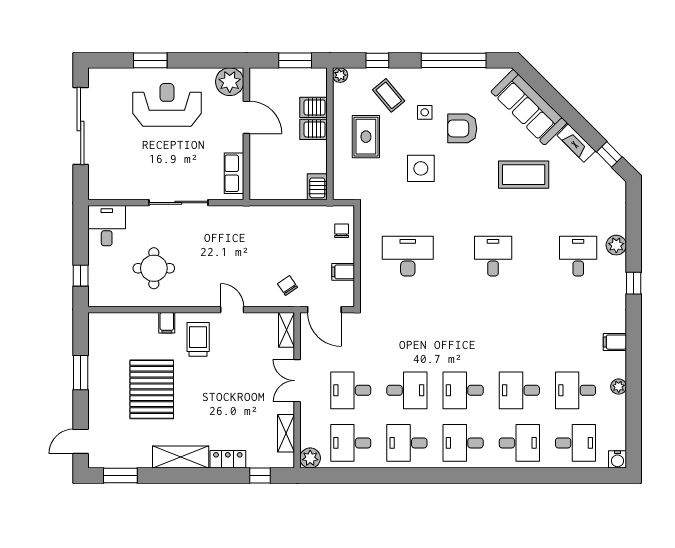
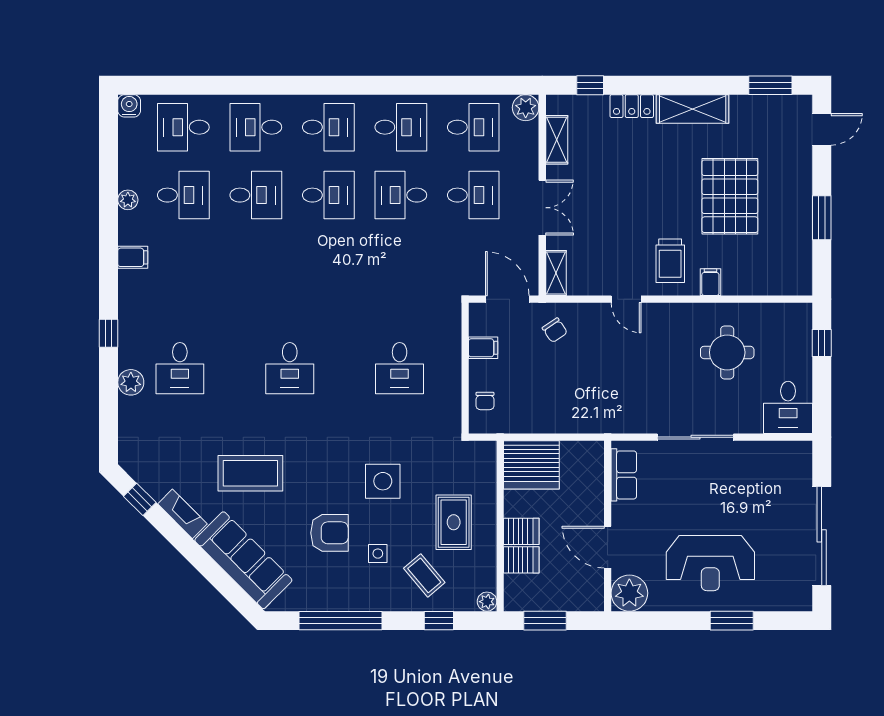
server rack: (317, 187) -> (531, 465), width x2.18, depth x1.44
desk: (408, 256) -> (400, 368), width x0.73

